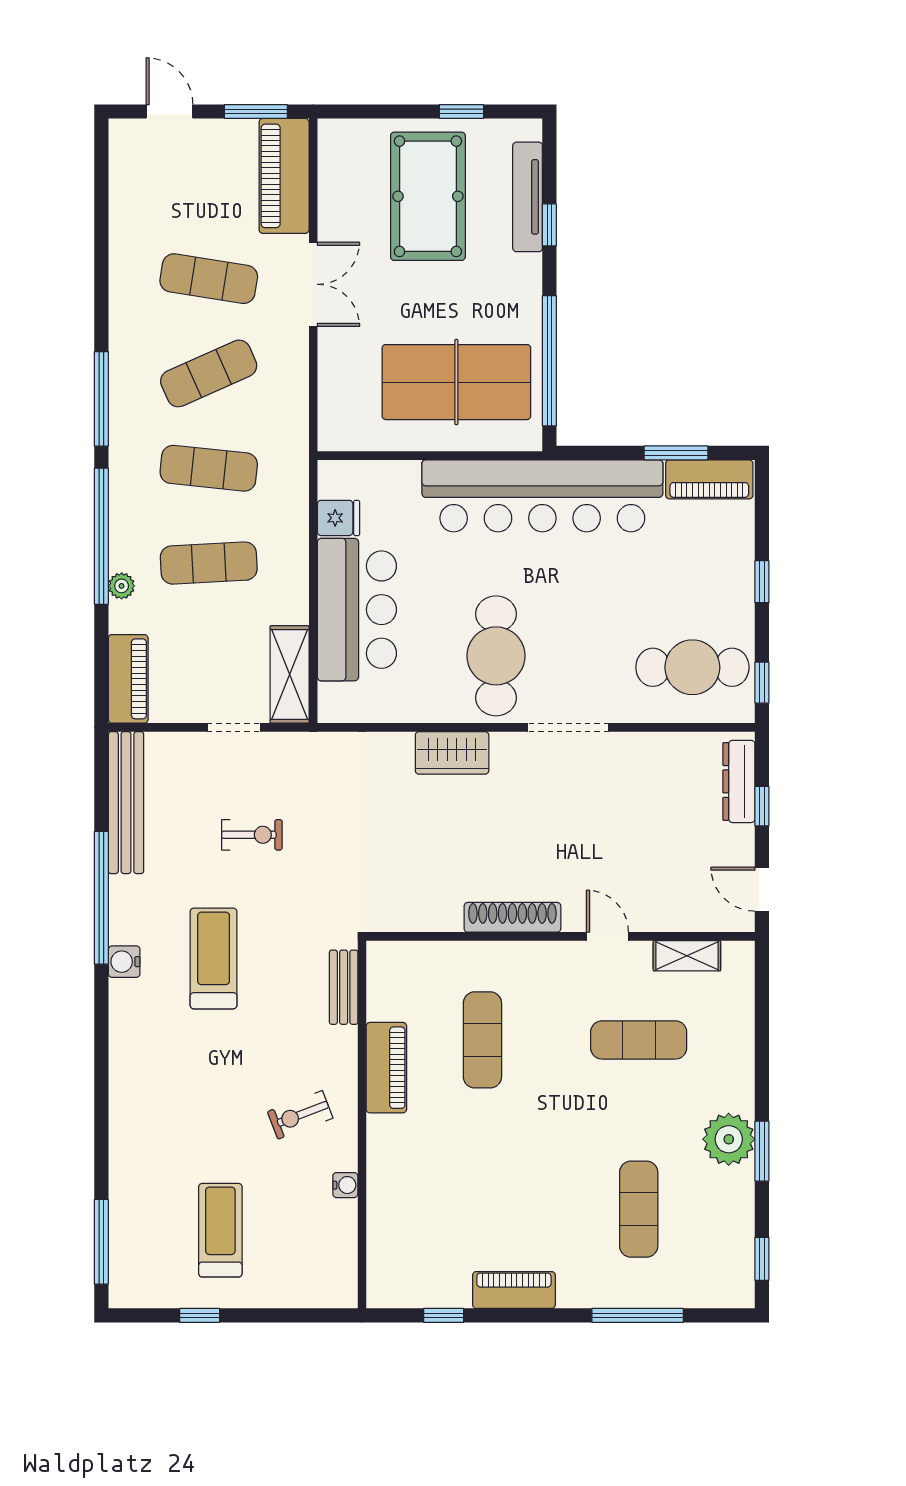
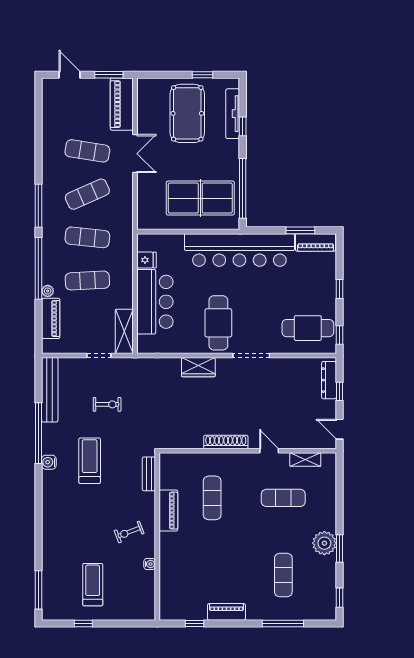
piano: (128, 679) -> (51, 318), moved

